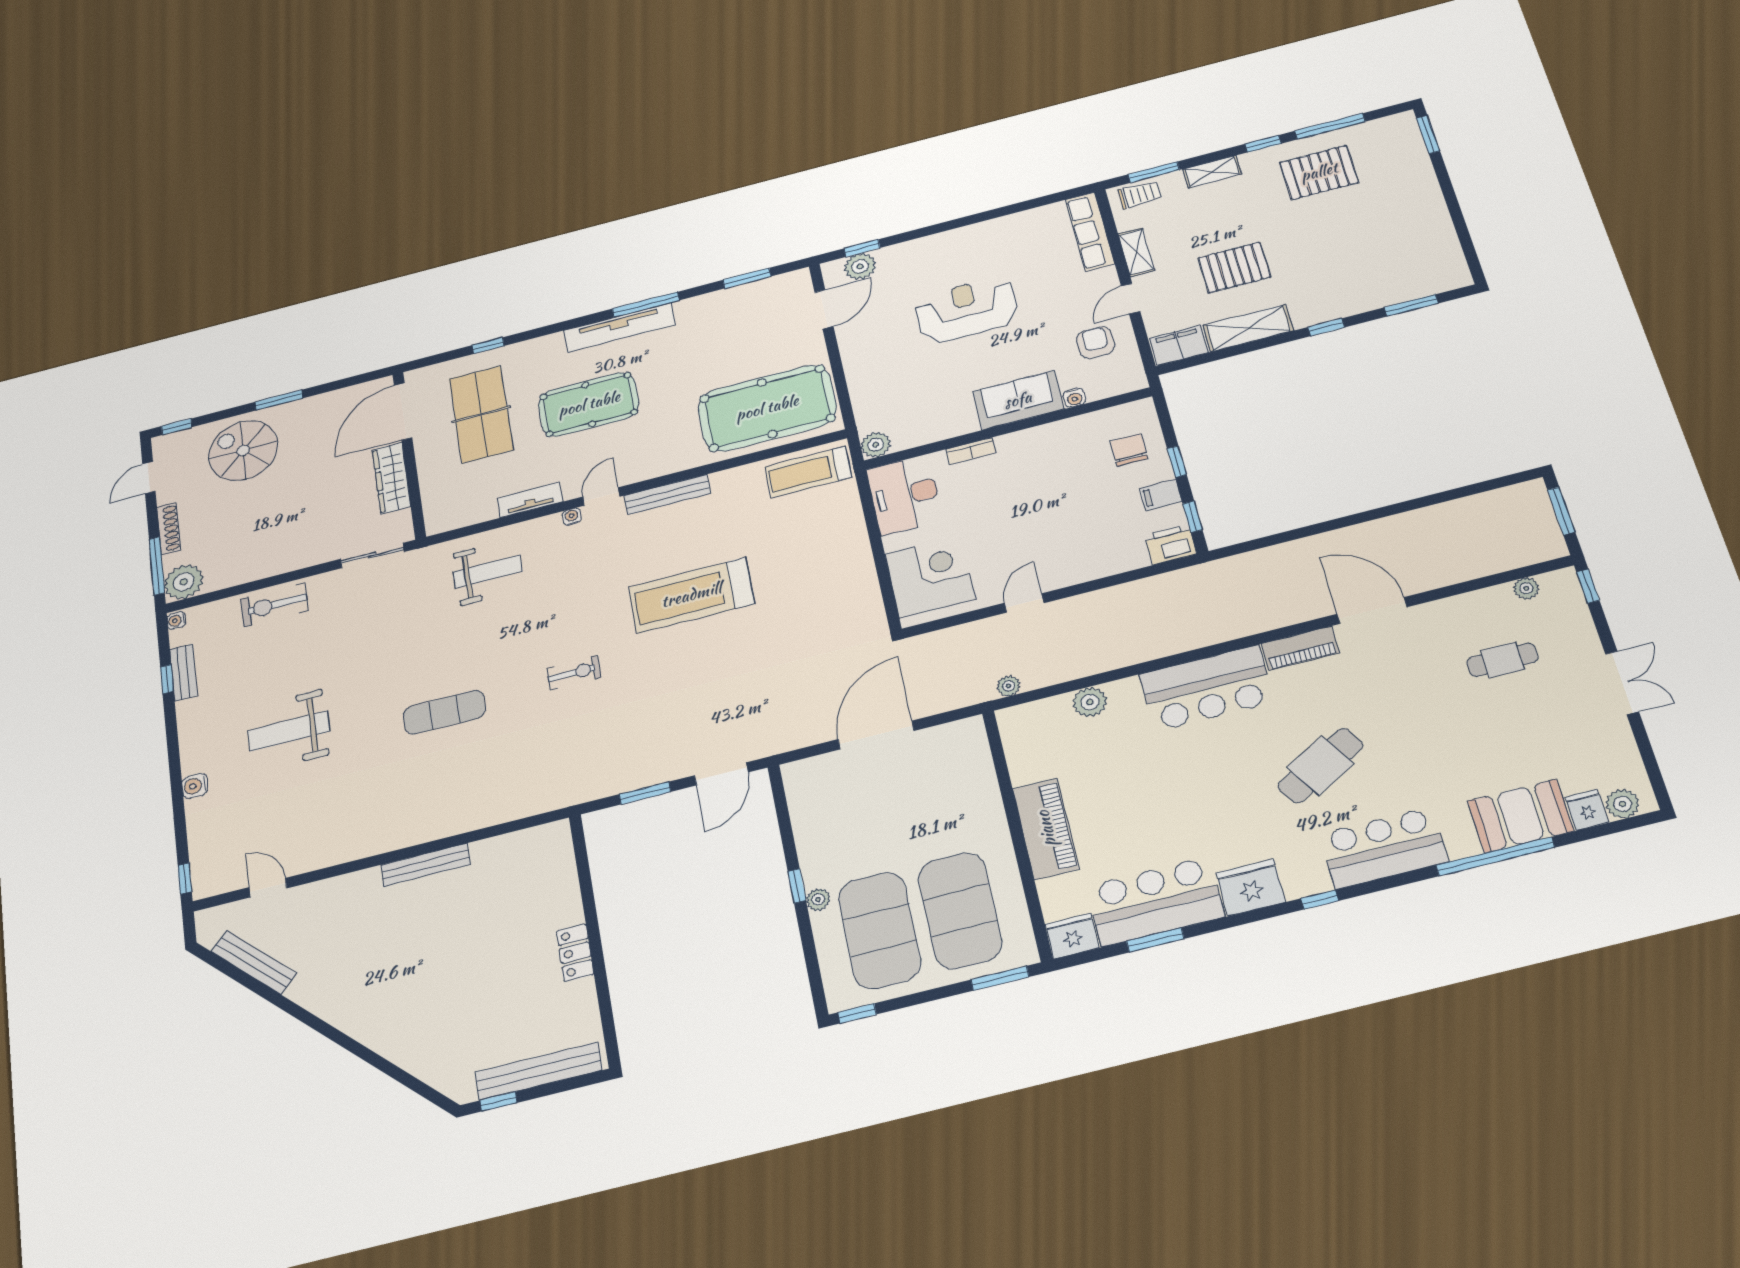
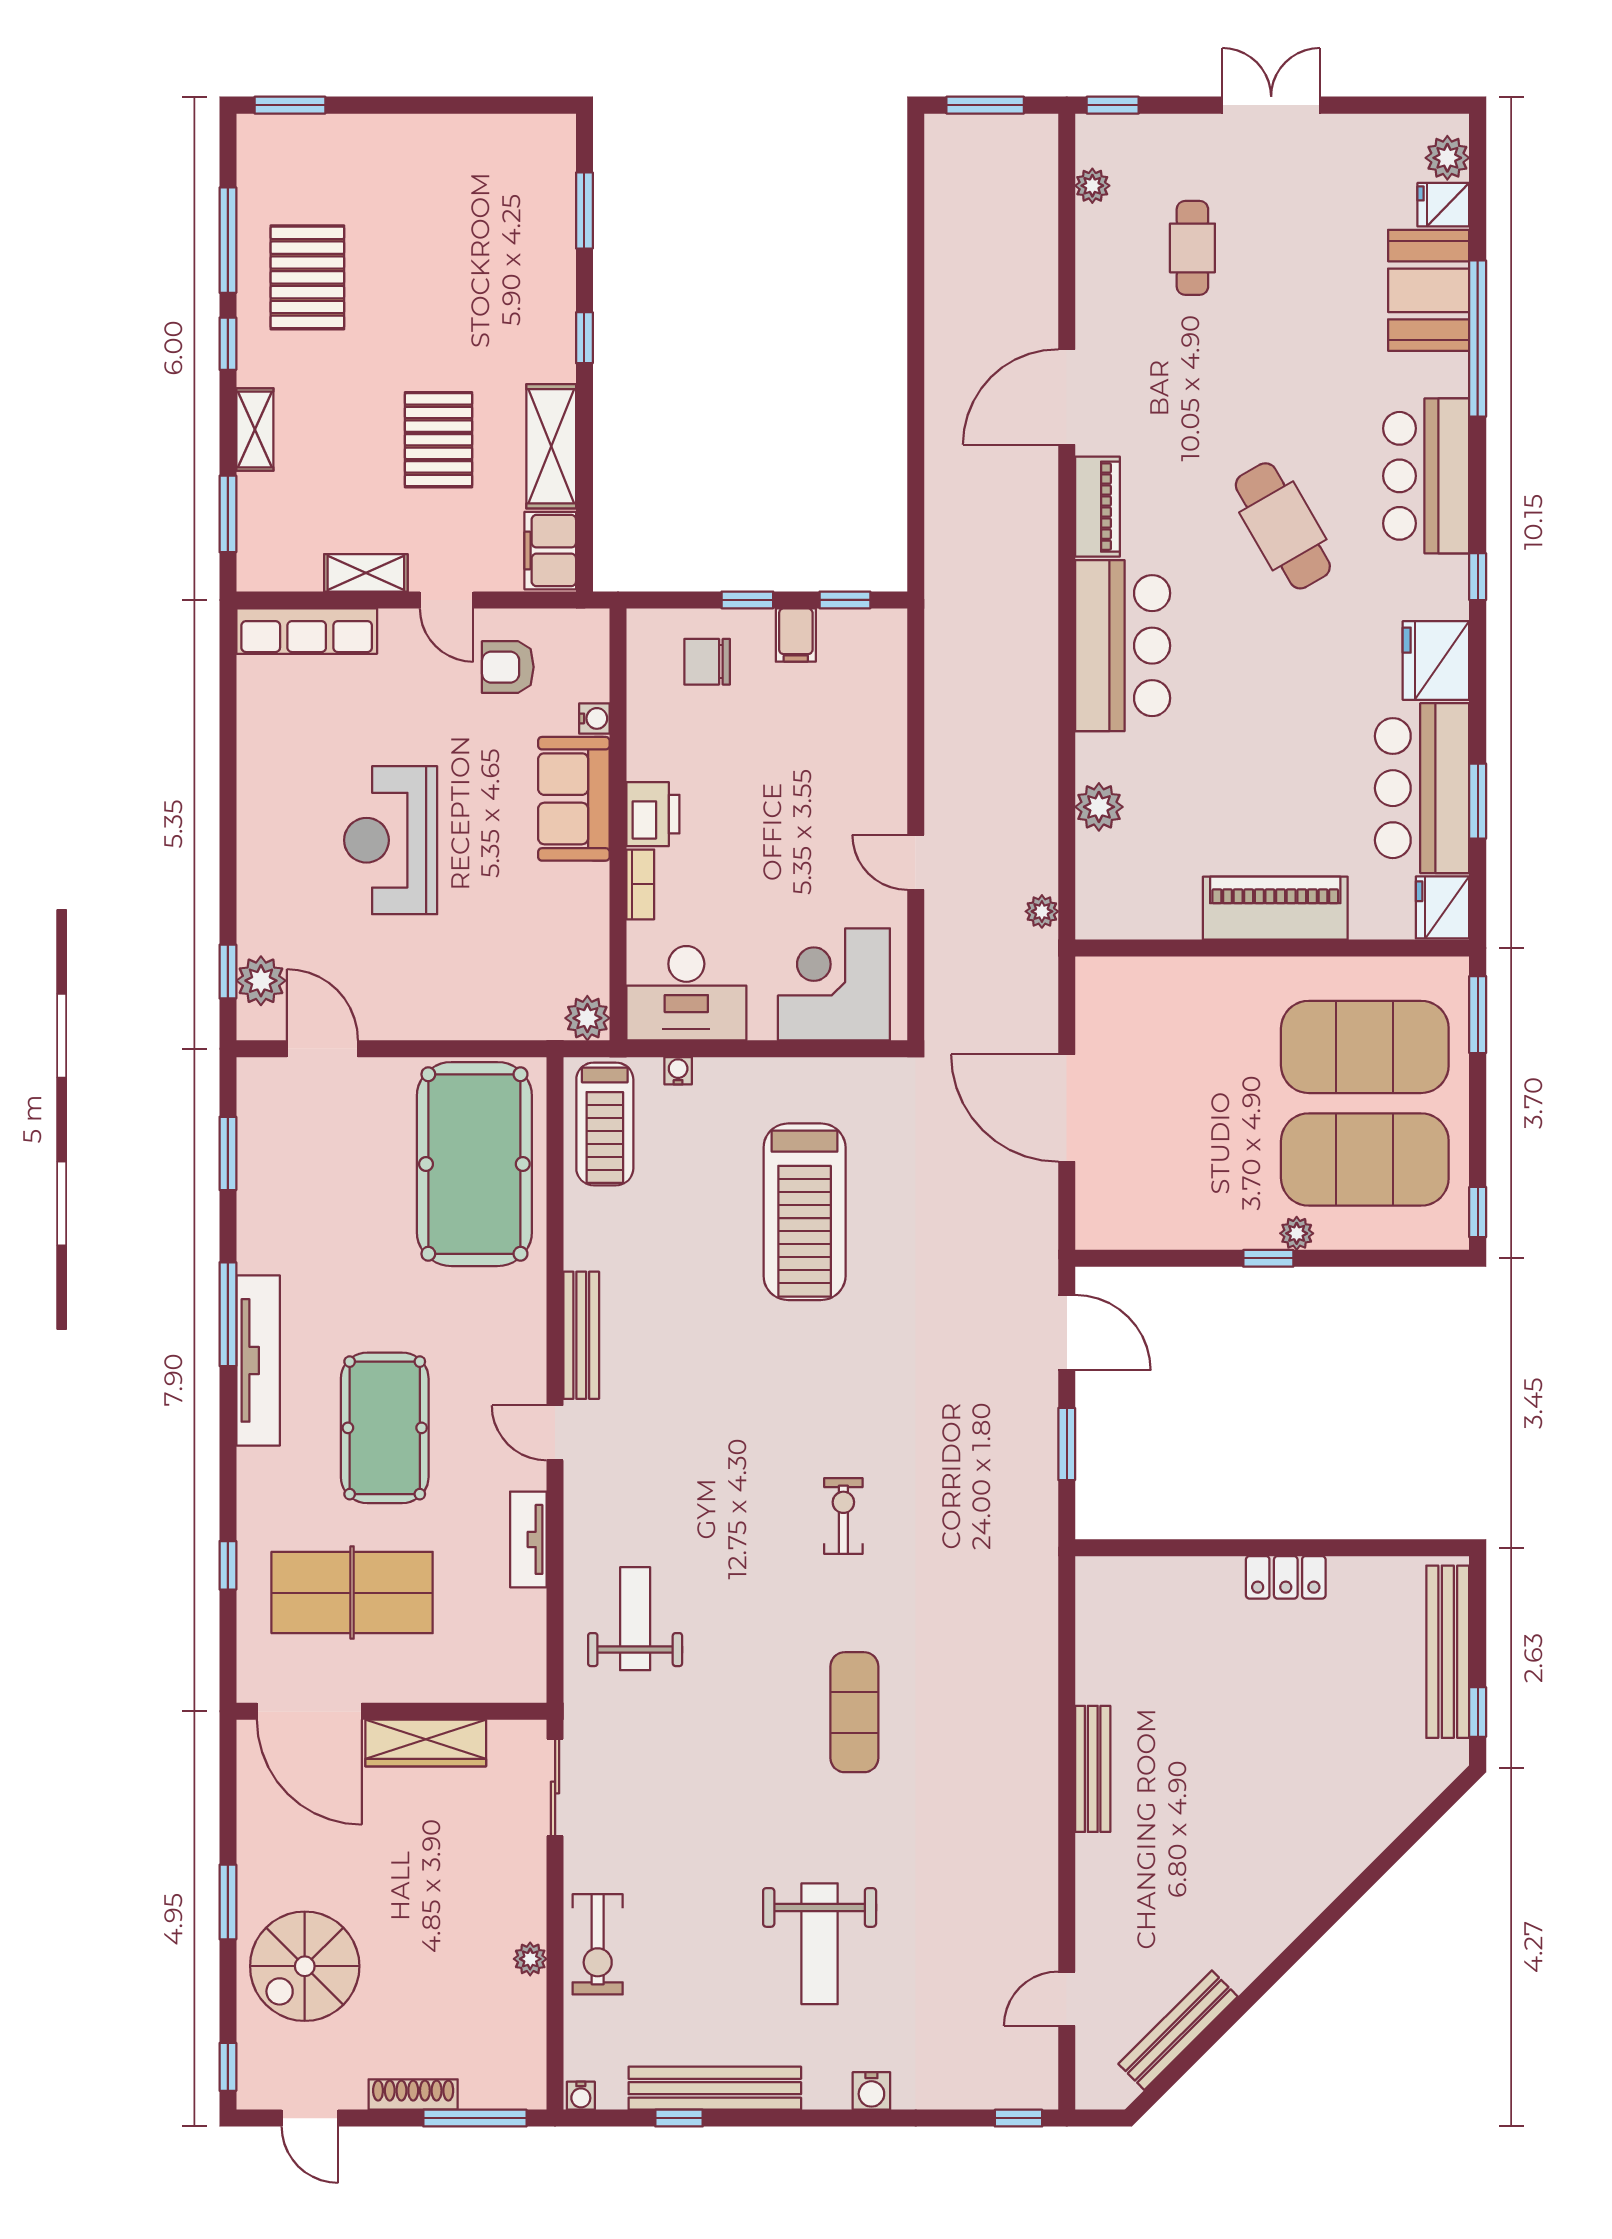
trolley: (1140, 195) -> (263, 544), removed
water cooler: (572, 517) -> (678, 1071), moved, turned 90
printer: (1171, 544) -> (653, 814), moved, turned 180
plant: (184, 582) -> (530, 1959), moved, width x0.53, depth x0.53
treadmill: (691, 595) -> (805, 1212), moved
bench: (184, 672) -> (715, 2088), width x1.86, depth x1.21

